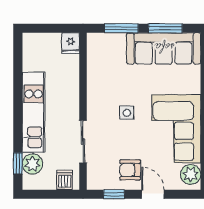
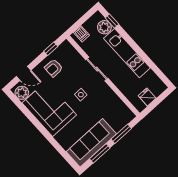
fridge: (71, 43) -> (147, 97), moved
sliding door: (83, 142) -> (97, 69), moved
armchair: (130, 170) -> (54, 68), turned 180
door: (153, 194) -> (24, 73), moved

